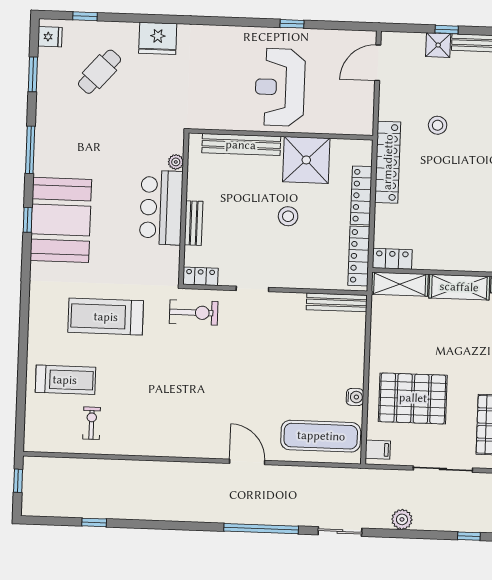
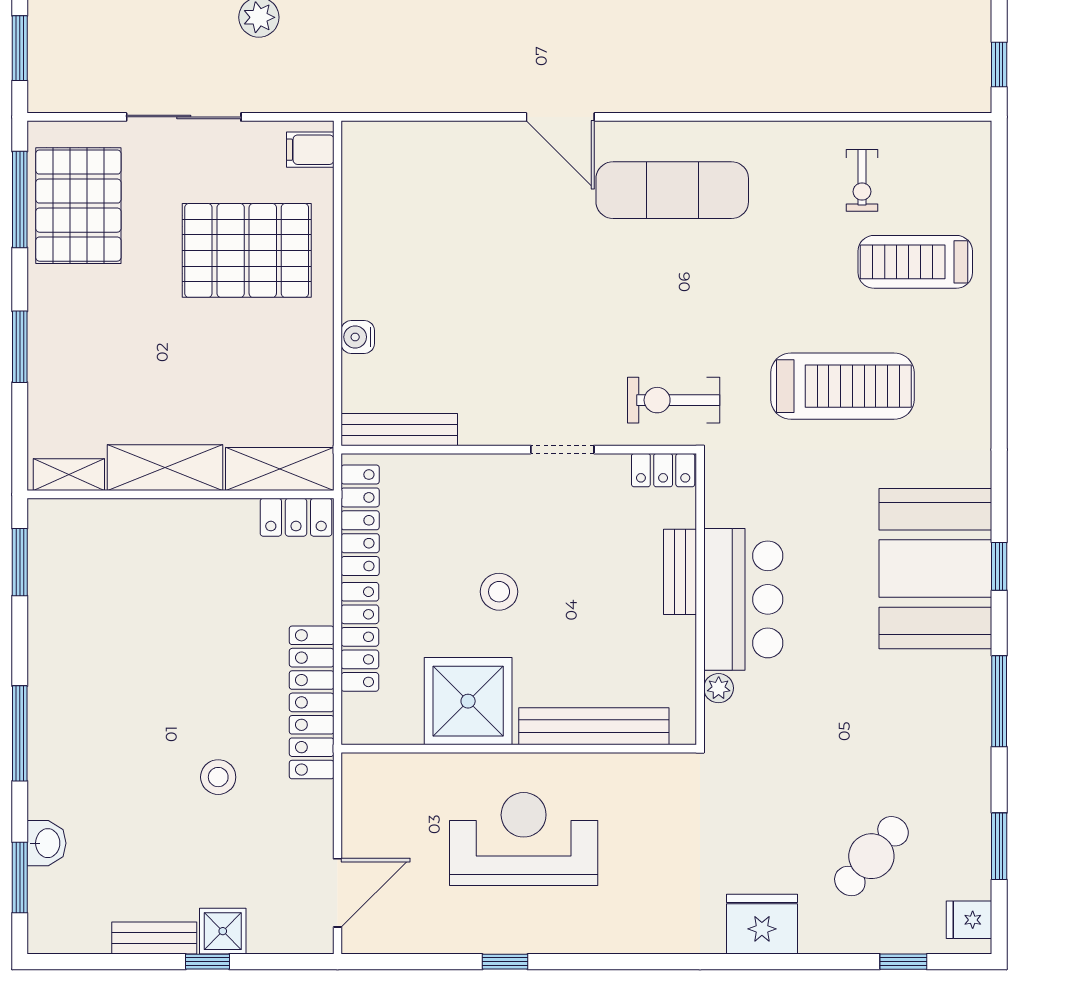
reception desk: (280, 87) -> (524, 839), turned -90
water cooler: (355, 397) -> (358, 337), moved
exercise mat: (321, 436) -> (672, 190), moved

